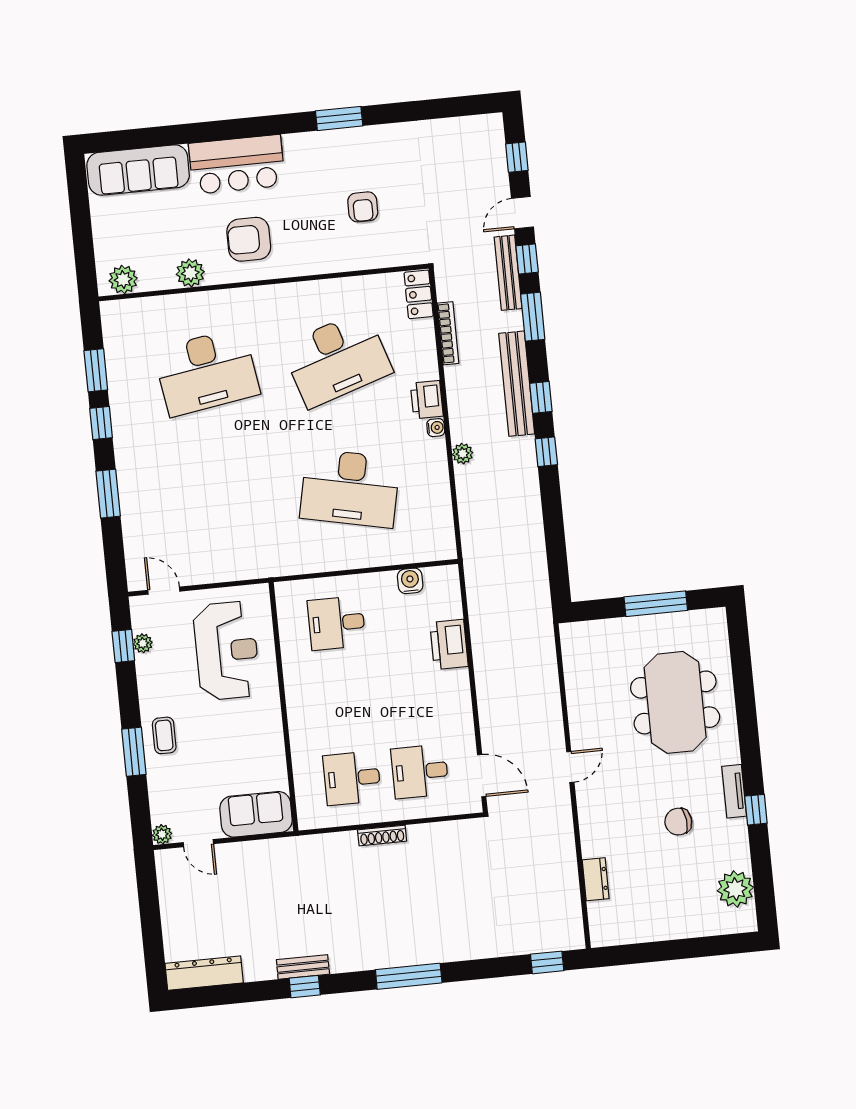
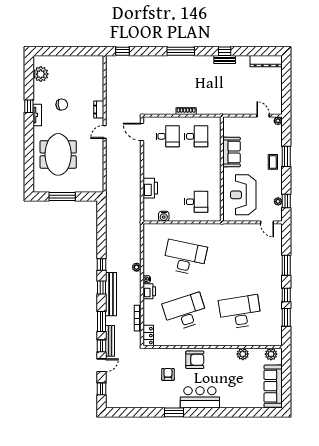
bar counter: (237, 164) -> (200, 397), moved
sofa: (138, 170) -> (273, 386), moved, turned -90
armchair: (249, 239) -> (195, 360), moved
sofa: (256, 814) -> (232, 152), moved, turned -90
dresser: (596, 879) -> (99, 110), moved

